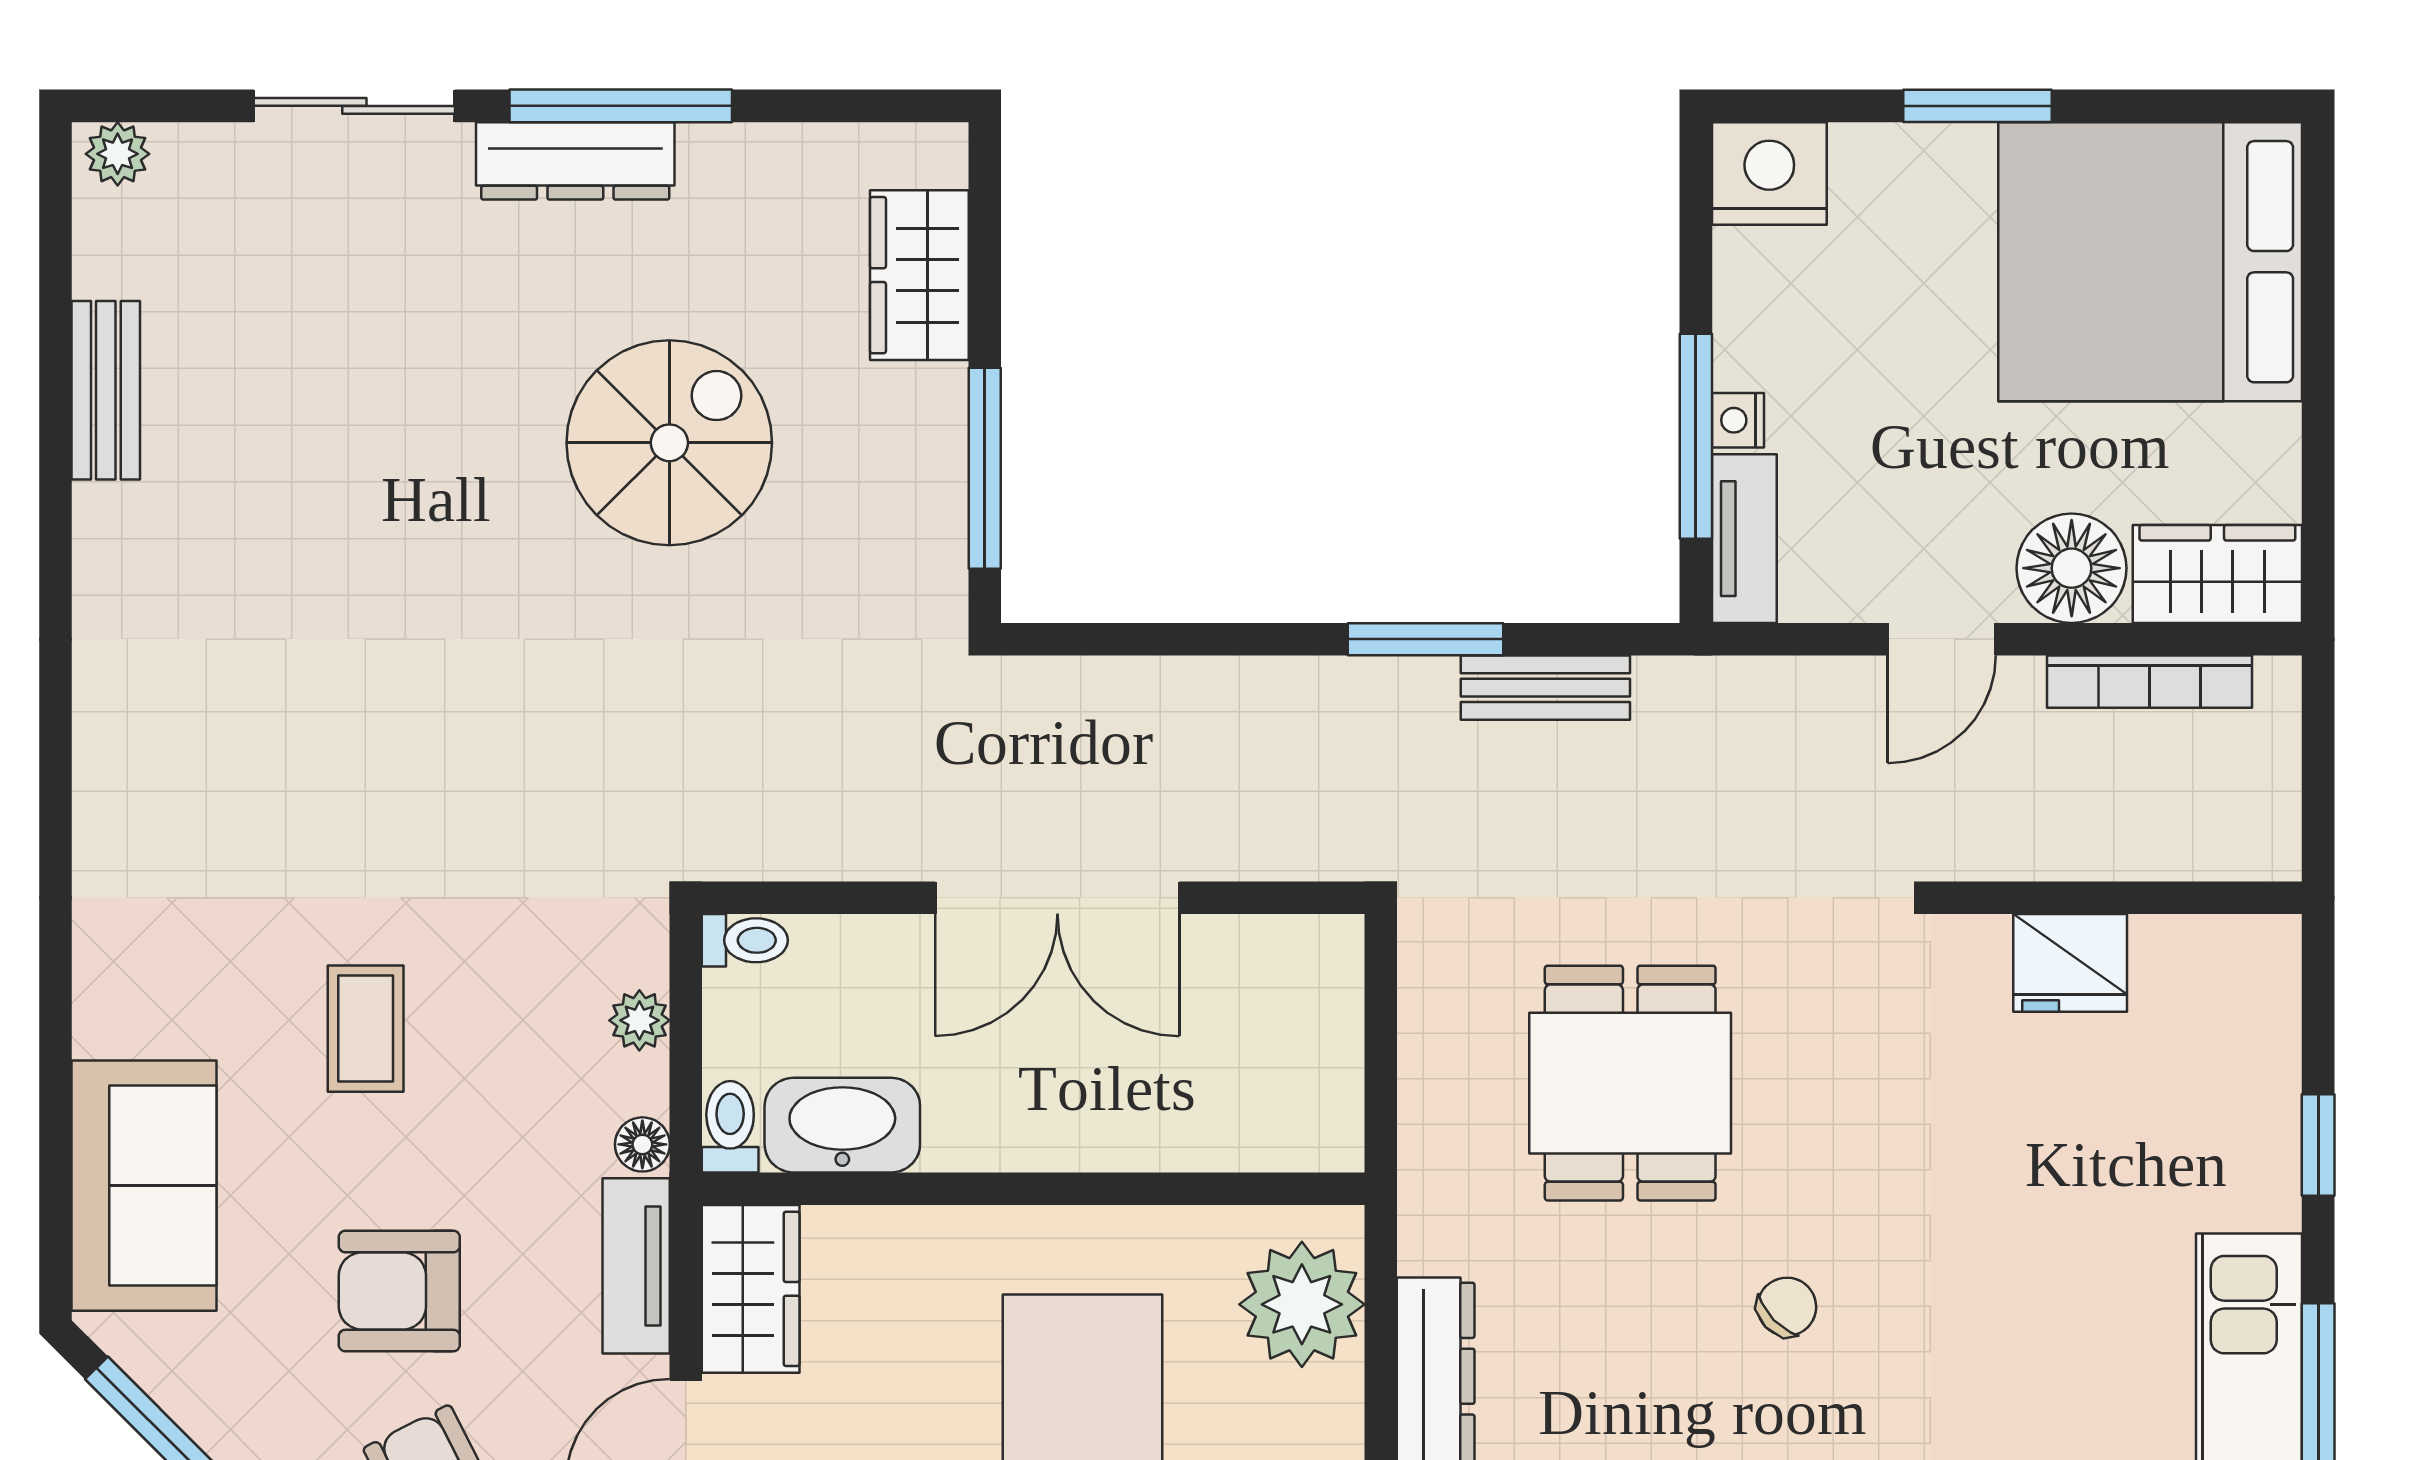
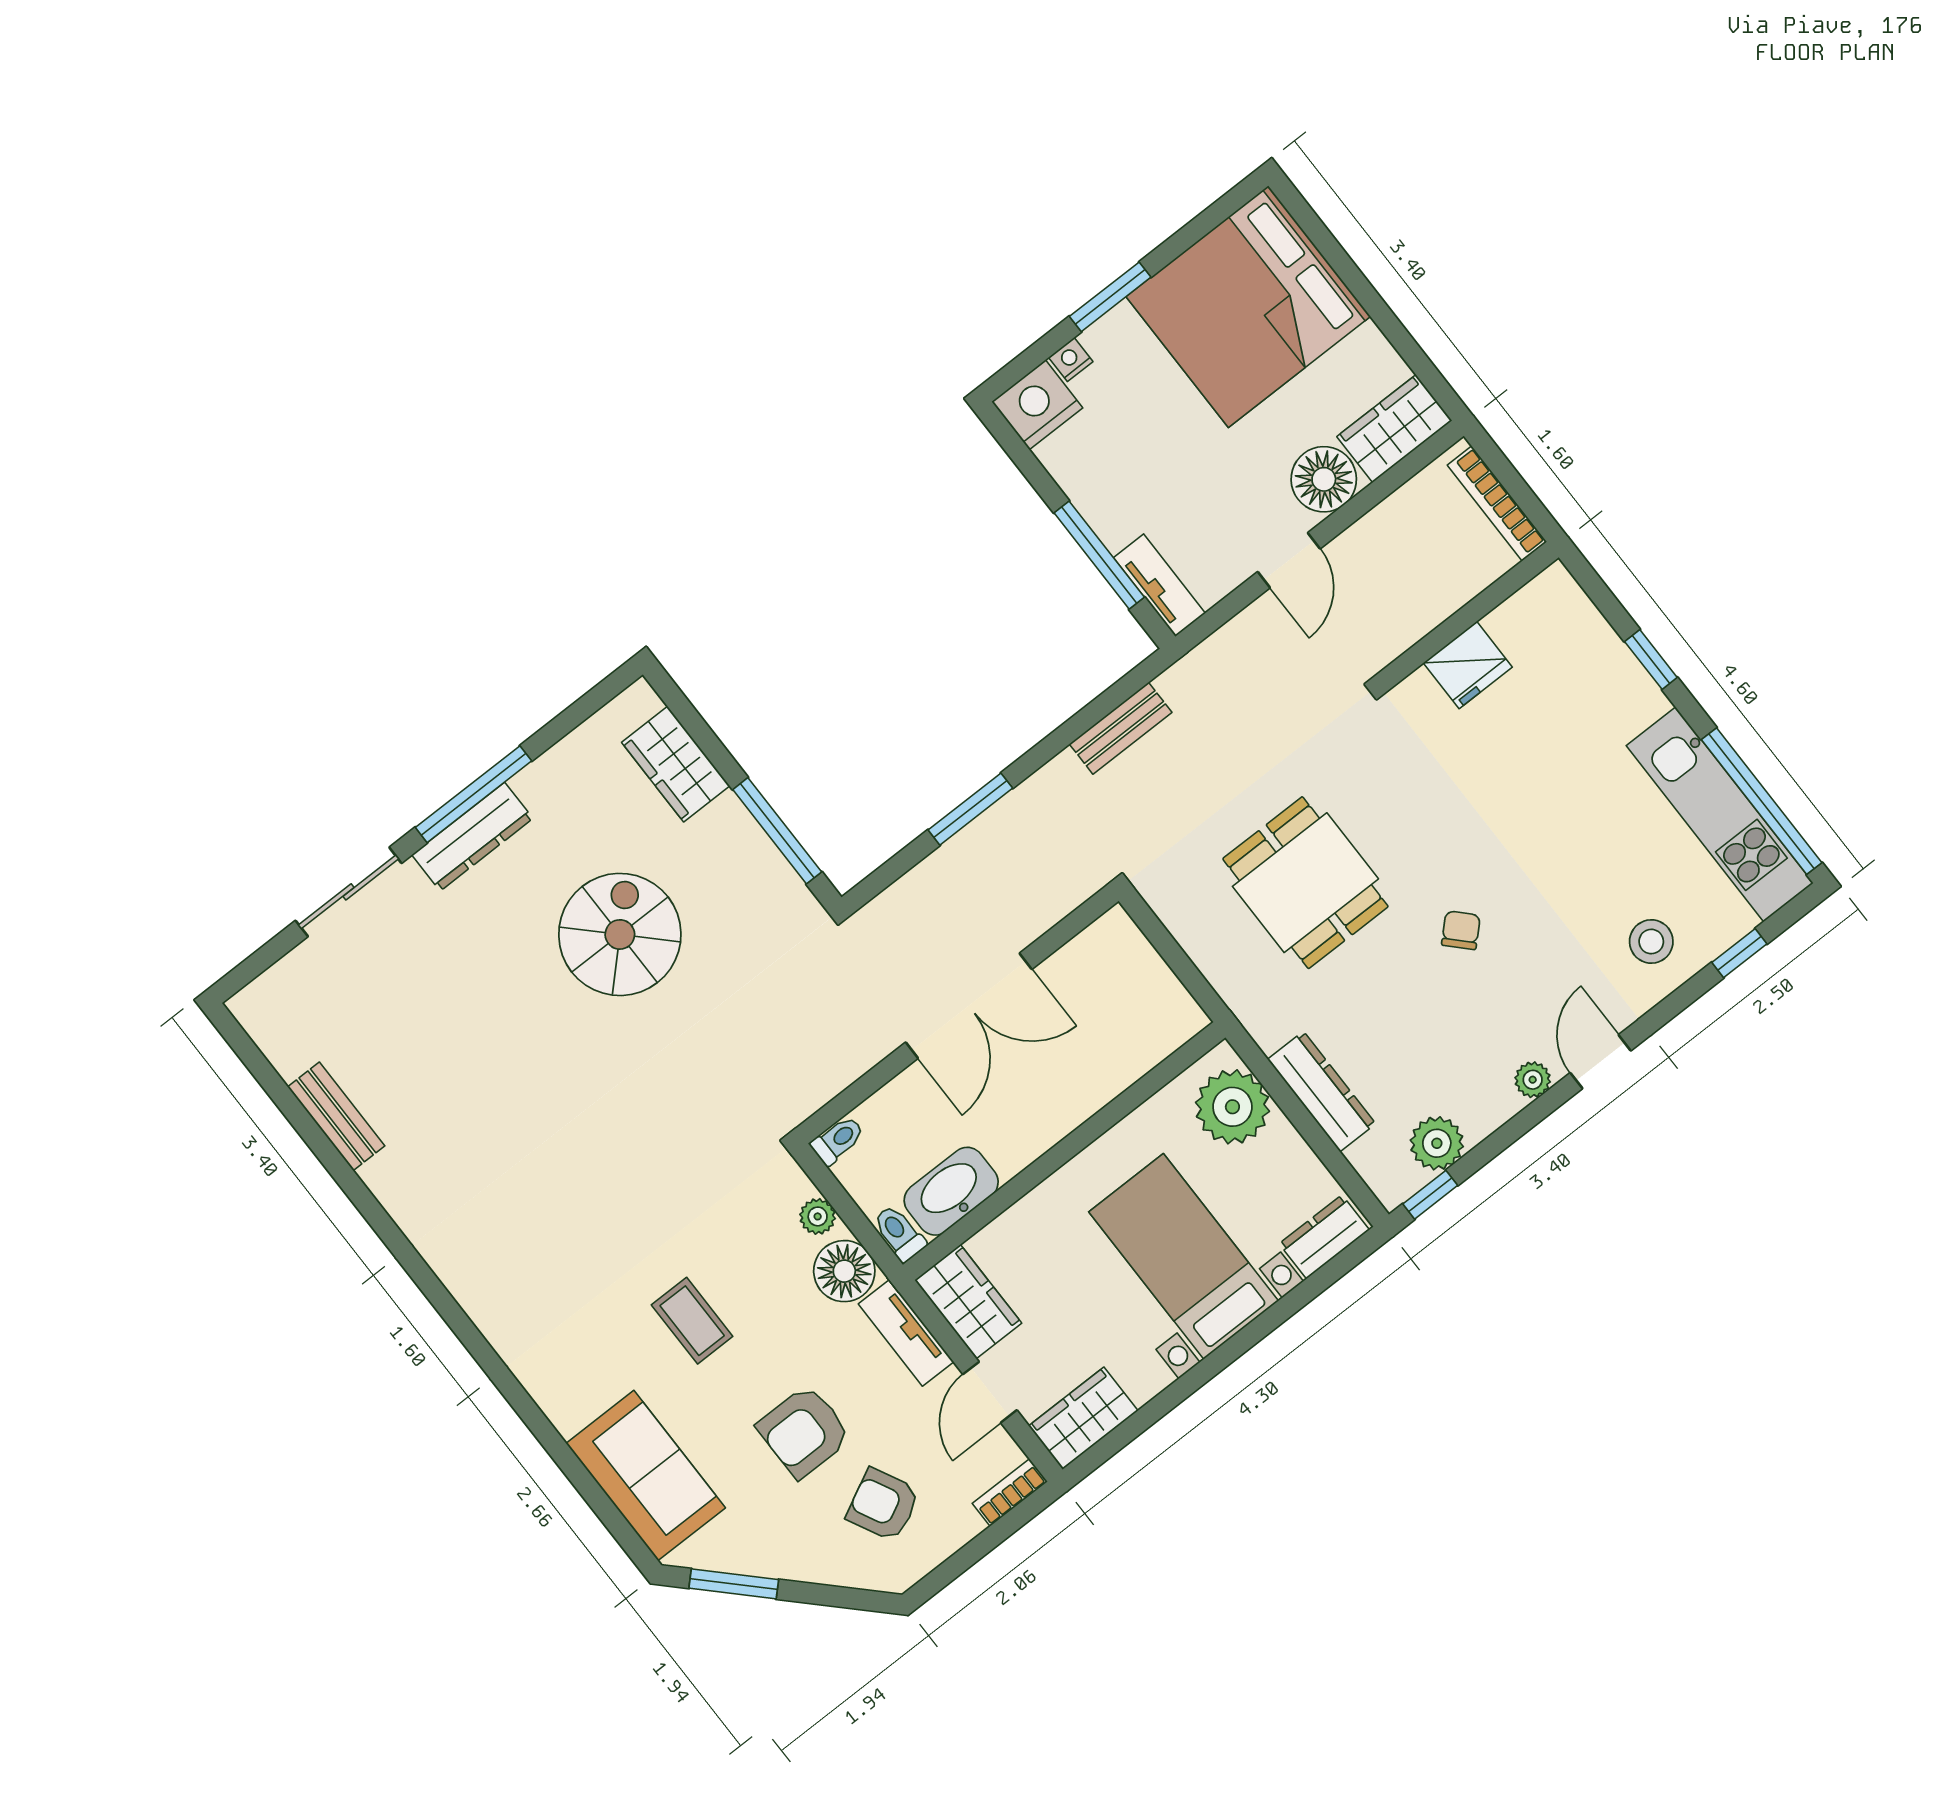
plant: (118, 154) -> (255, 1001), removed
nightstand: (1738, 420) -> (1071, 359), moved, turned 90
window: (1426, 639) -> (970, 809), moved
bookcase: (2150, 682) -> (1497, 503), moved, turned 90
floor lamp: (642, 1144) -> (844, 1271), width x1.89, depth x1.89

